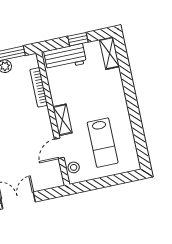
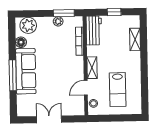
shelving: (109, 53) -> (135, 39), moved
workbench: (65, 57) -> (94, 30), moved, turned -90

